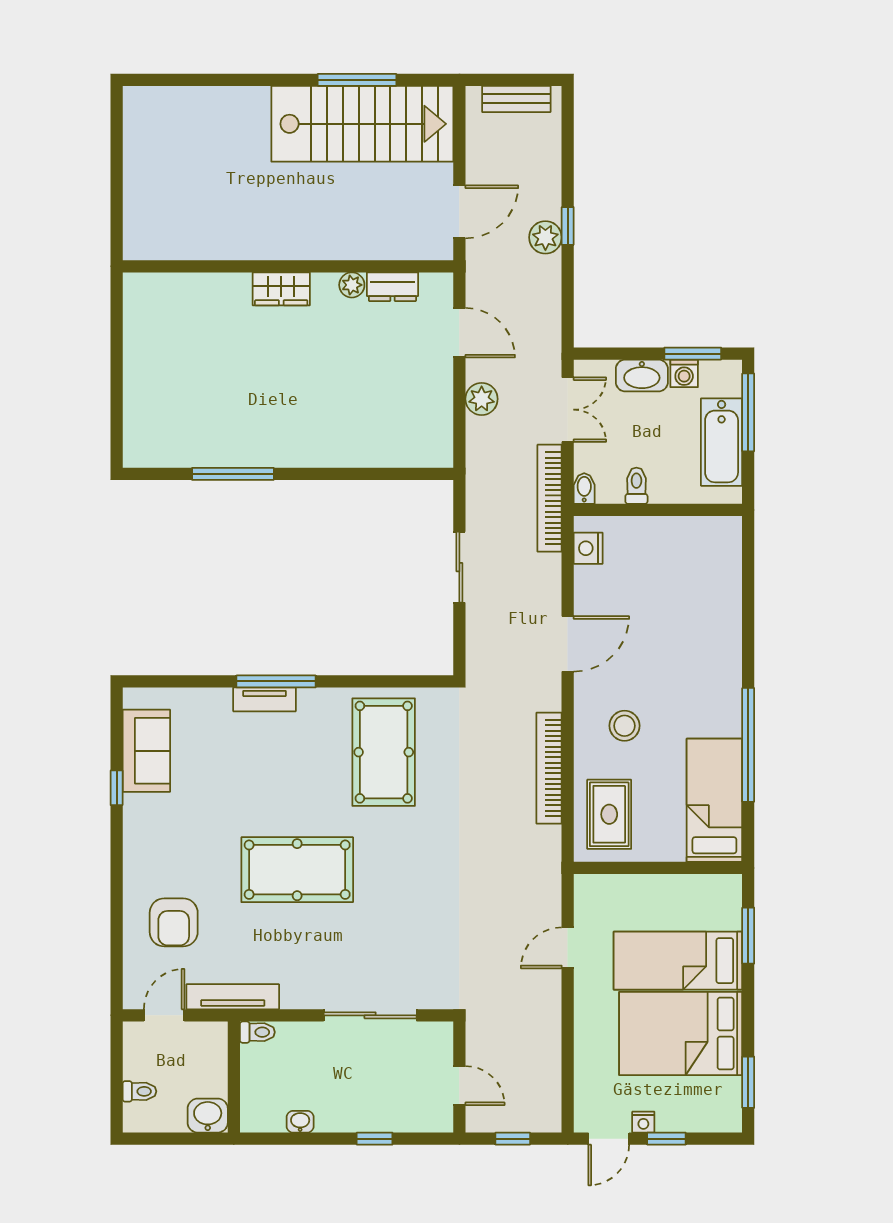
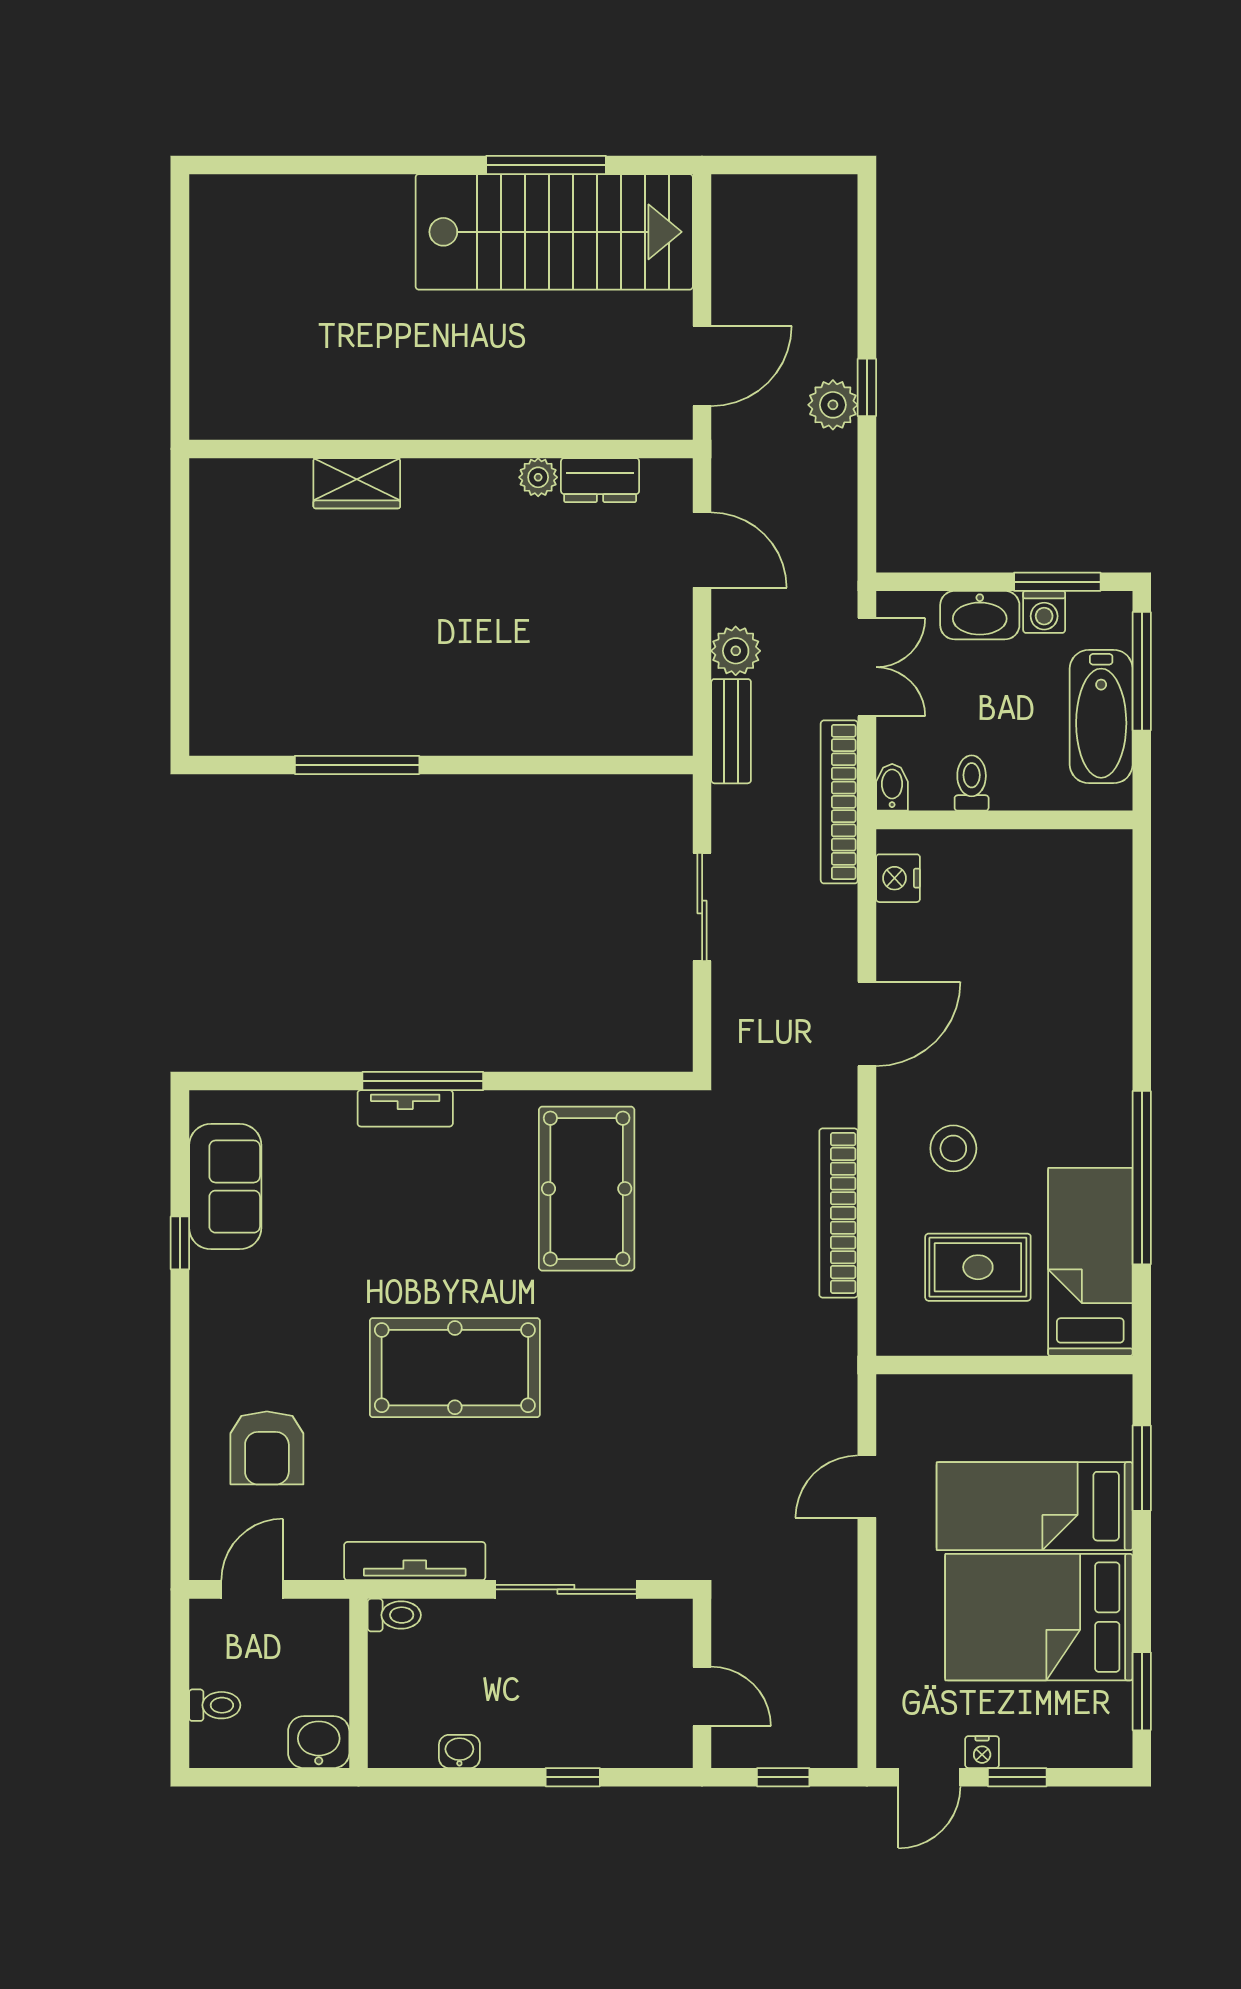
bench: (516, 99) -> (731, 731), moved, turned 90
wardrobe: (281, 289) -> (357, 483), moved
rug: (609, 814) -> (978, 1267), moved, turned 90
tv unit: (233, 997) -> (415, 1561), moved

